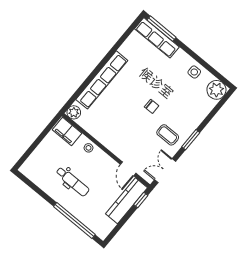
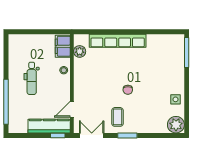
row of seats: (157, 38) -> (178, 54), removed
plant: (74, 112) -> (80, 51), moved

